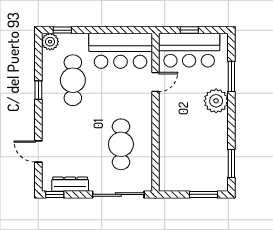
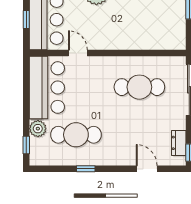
plant: (50, 42) -> (38, 129), moved
door: (38, 152) -> (147, 169), swing flipped
dresser: (70, 184) -> (179, 143), width x0.70

